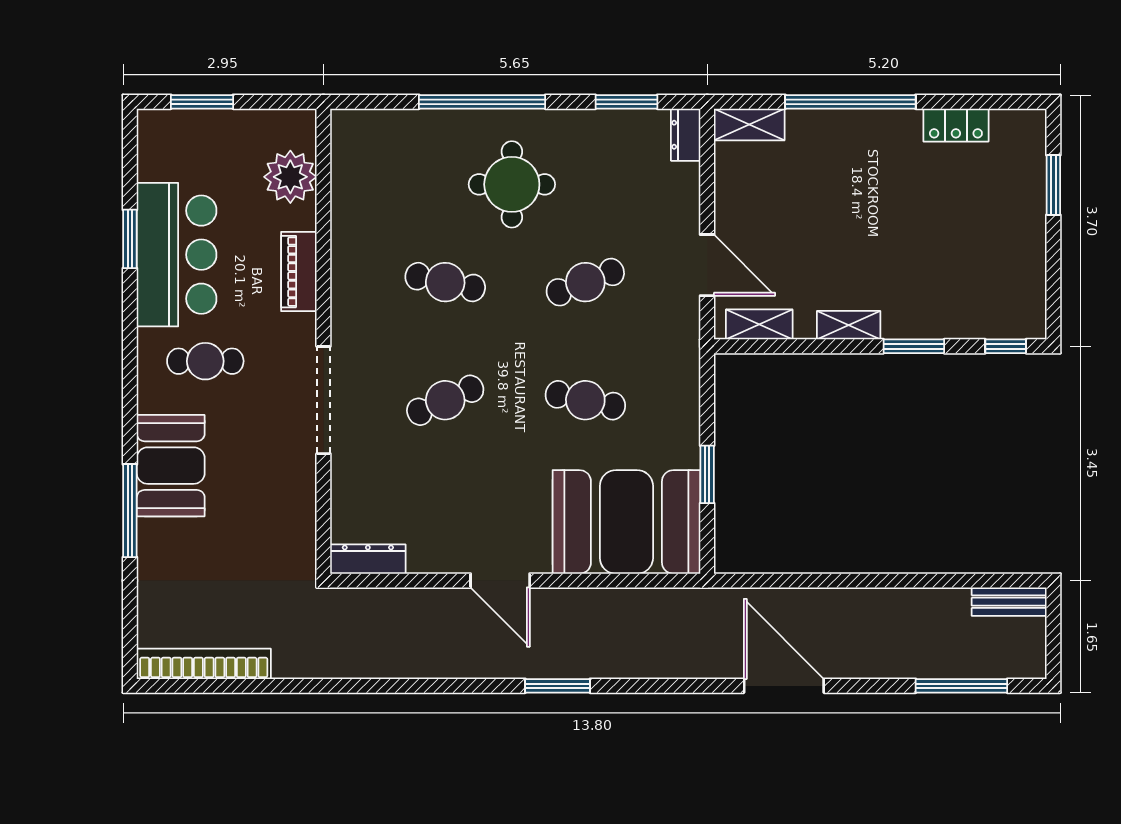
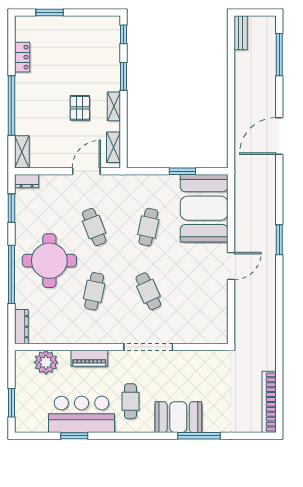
round table: (512, 184) -> (49, 261), width x1.36, depth x1.36
pallet: (845, 251) -> (80, 108), added
dresser: (368, 559) -> (21, 327), moved, turned 180

